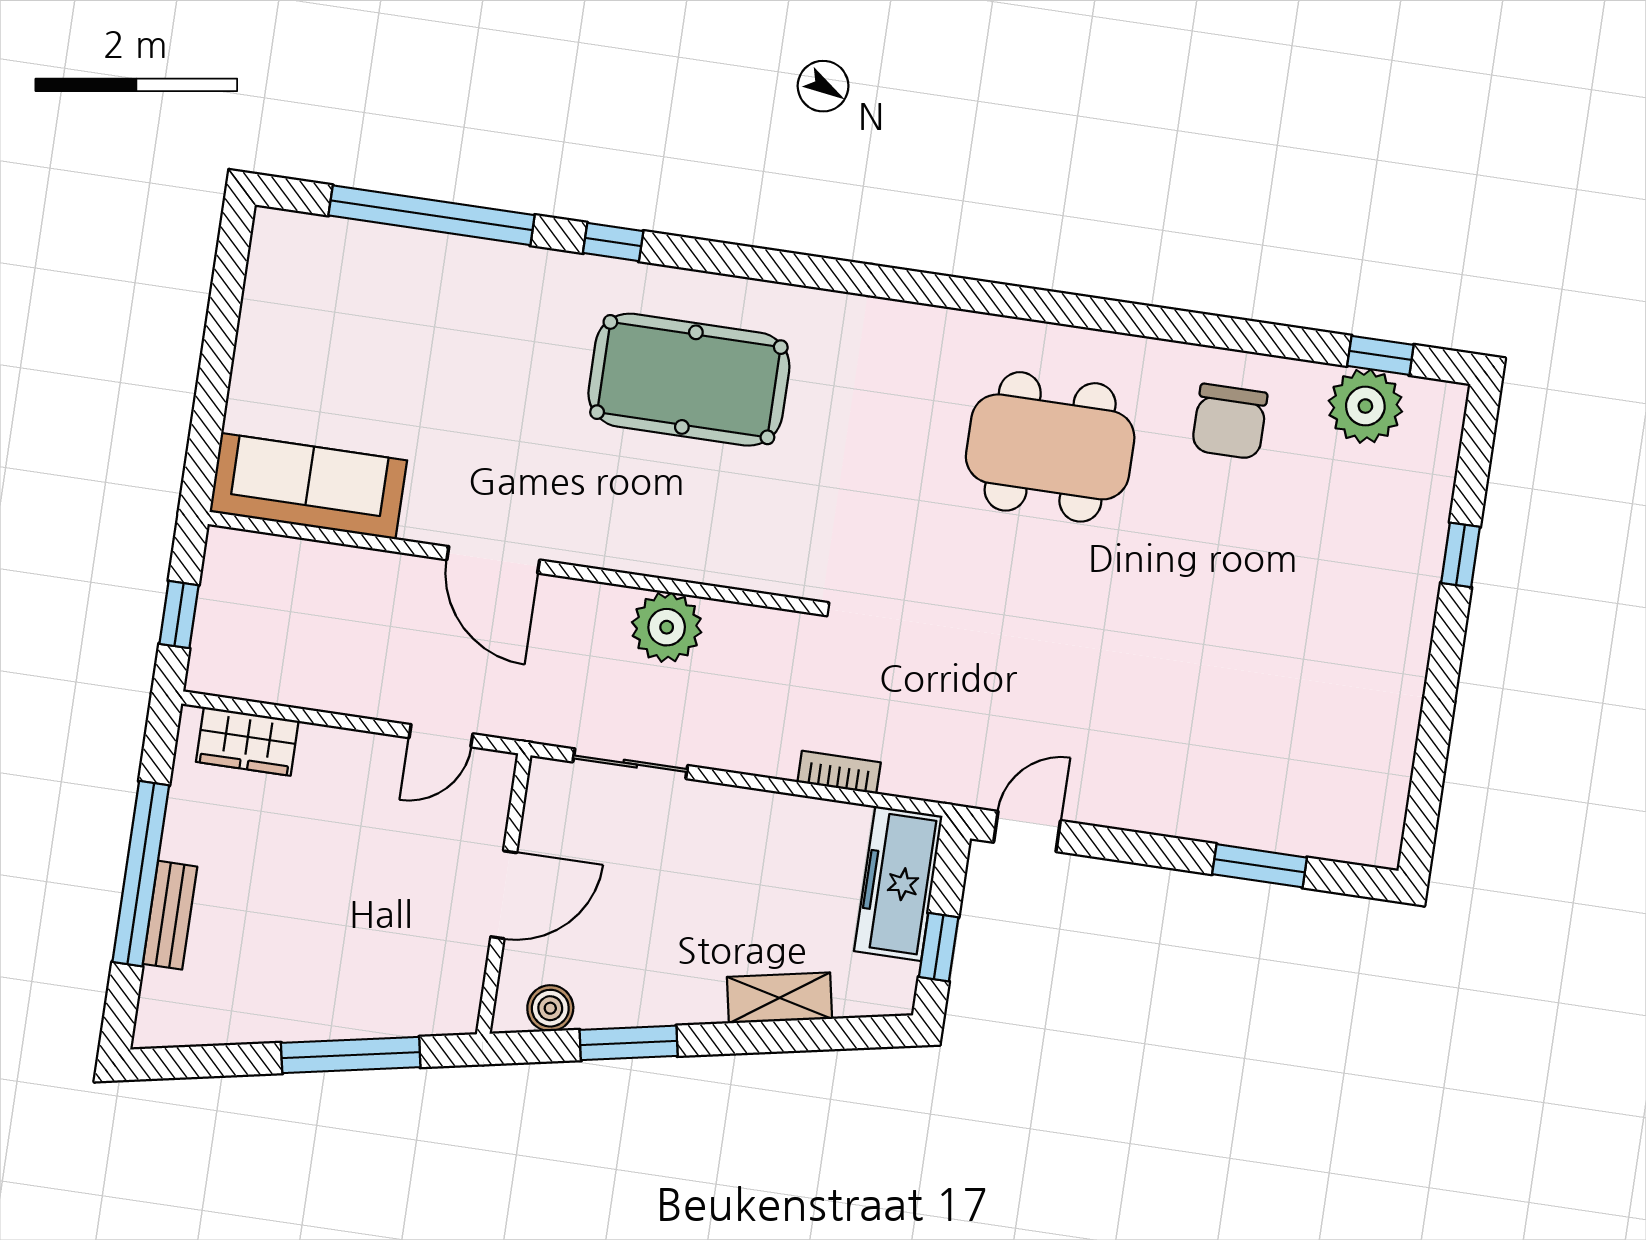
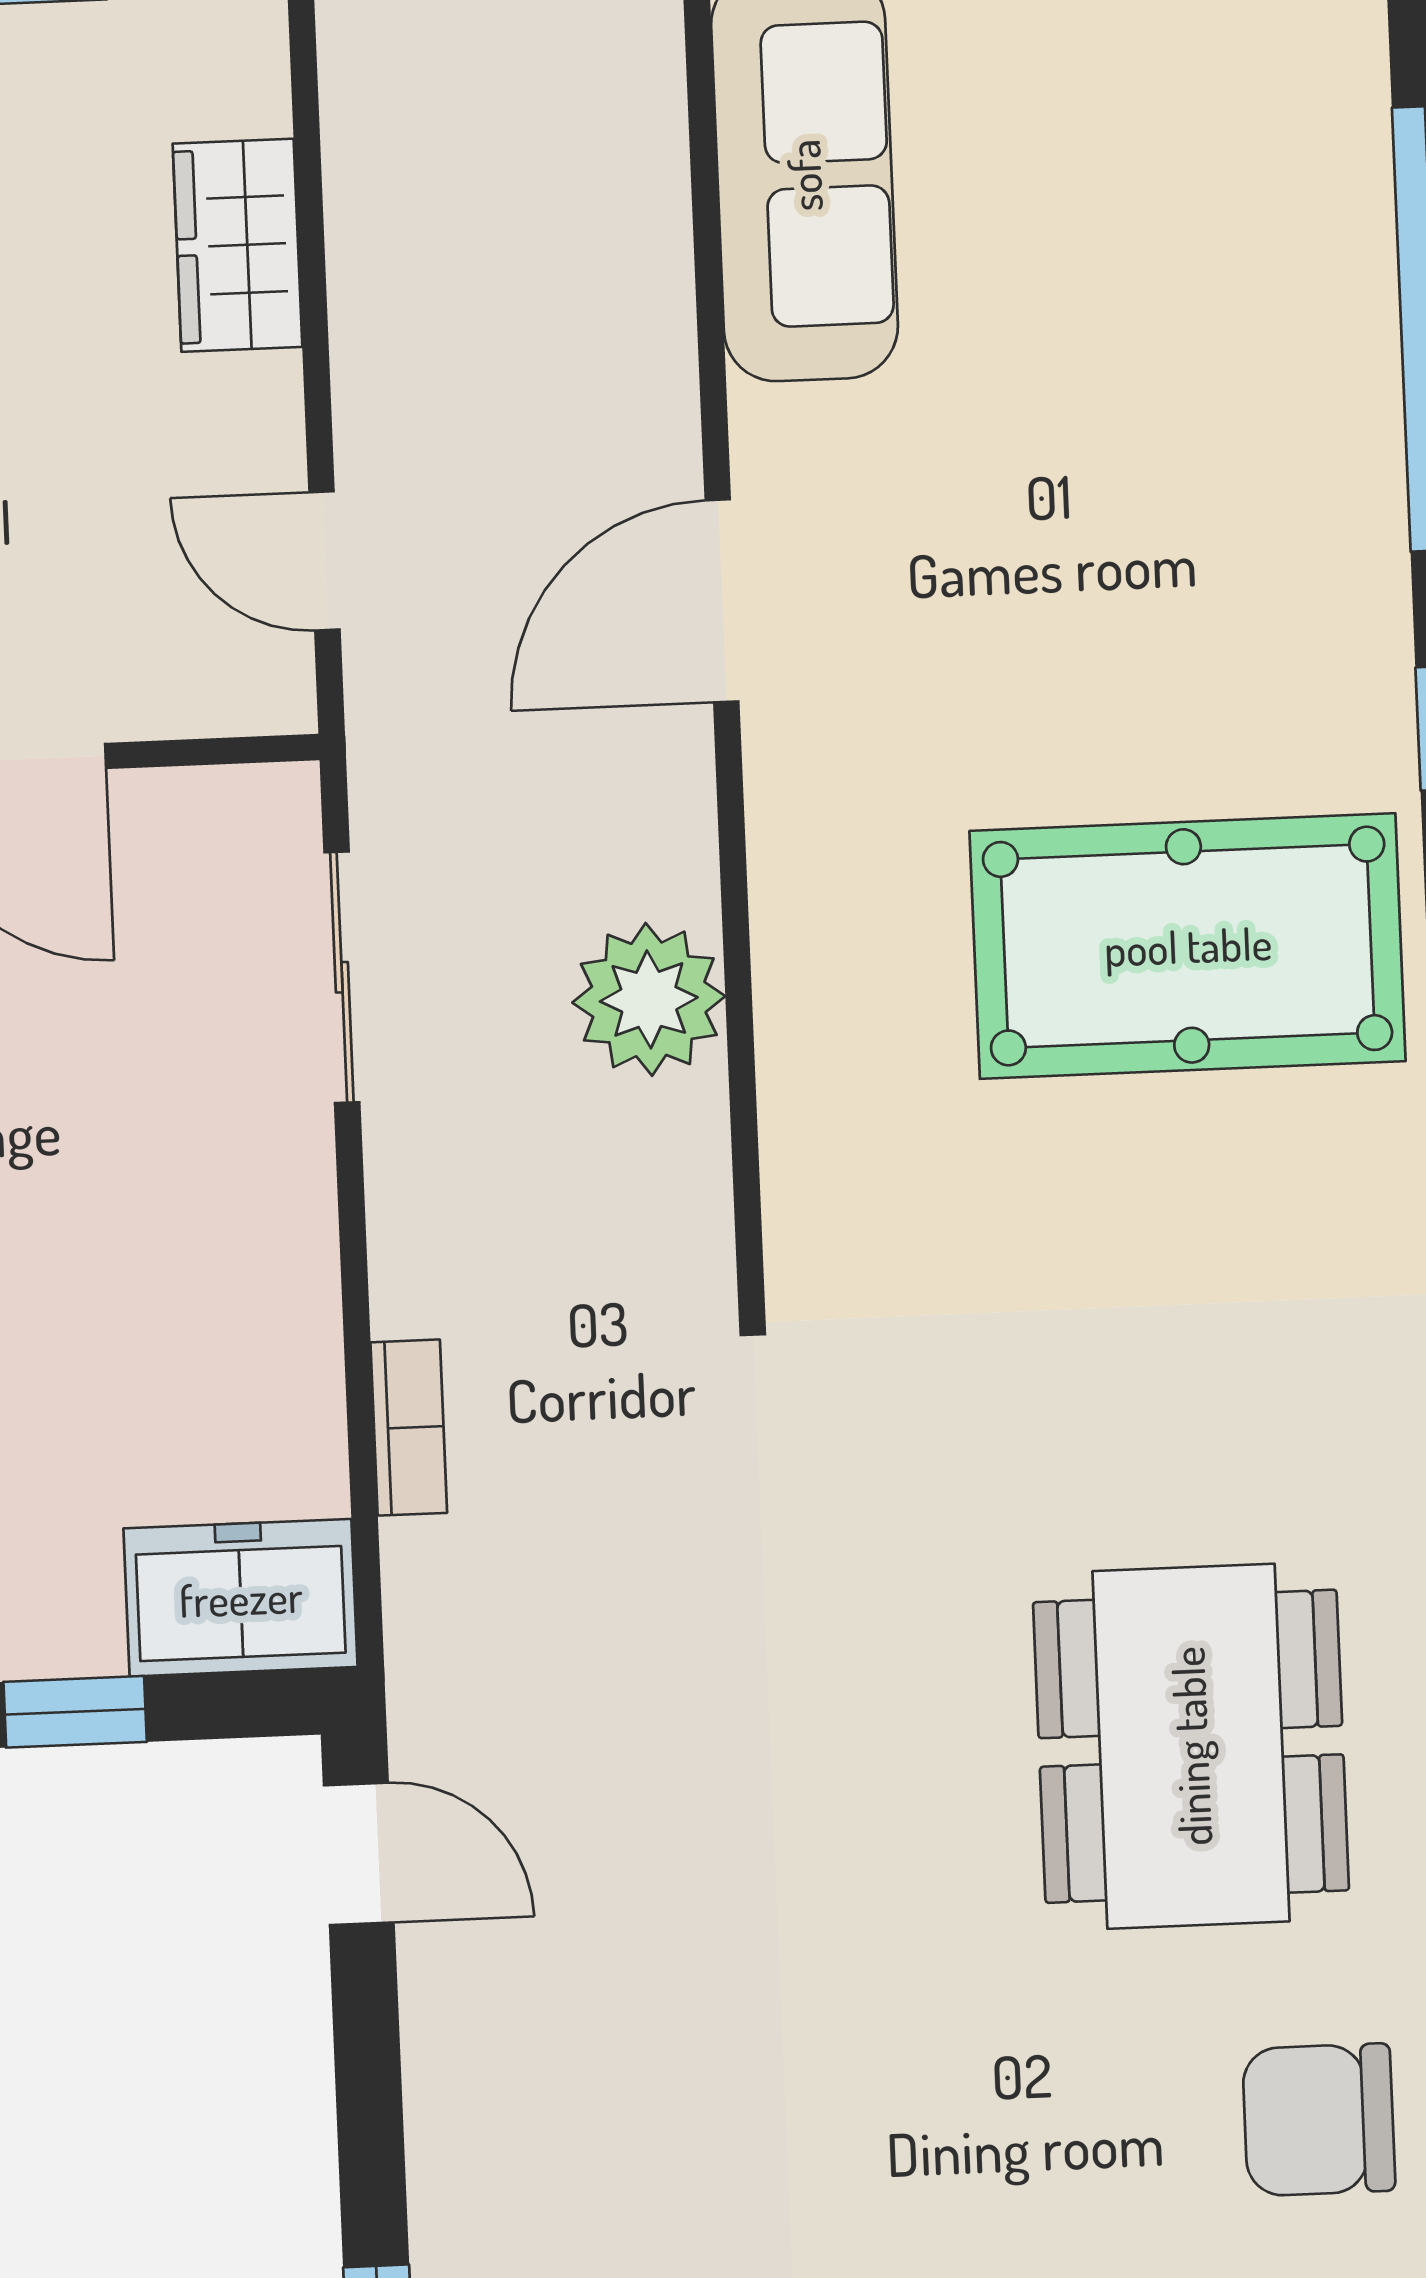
pool table: (689, 380) -> (1188, 946), turned 90
wardrobe: (247, 741) -> (237, 245), moved
freezer: (898, 884) -> (241, 1598), width x0.71

